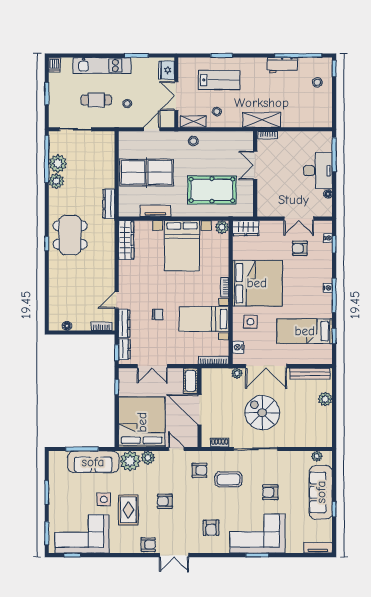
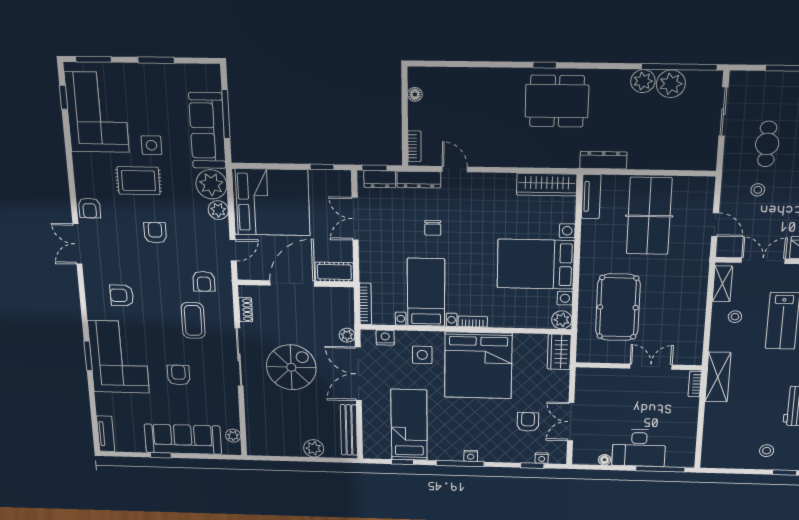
stool: (193, 141) -> (693, 283), removed
tv unit: (155, 211) -> (591, 197), moved

